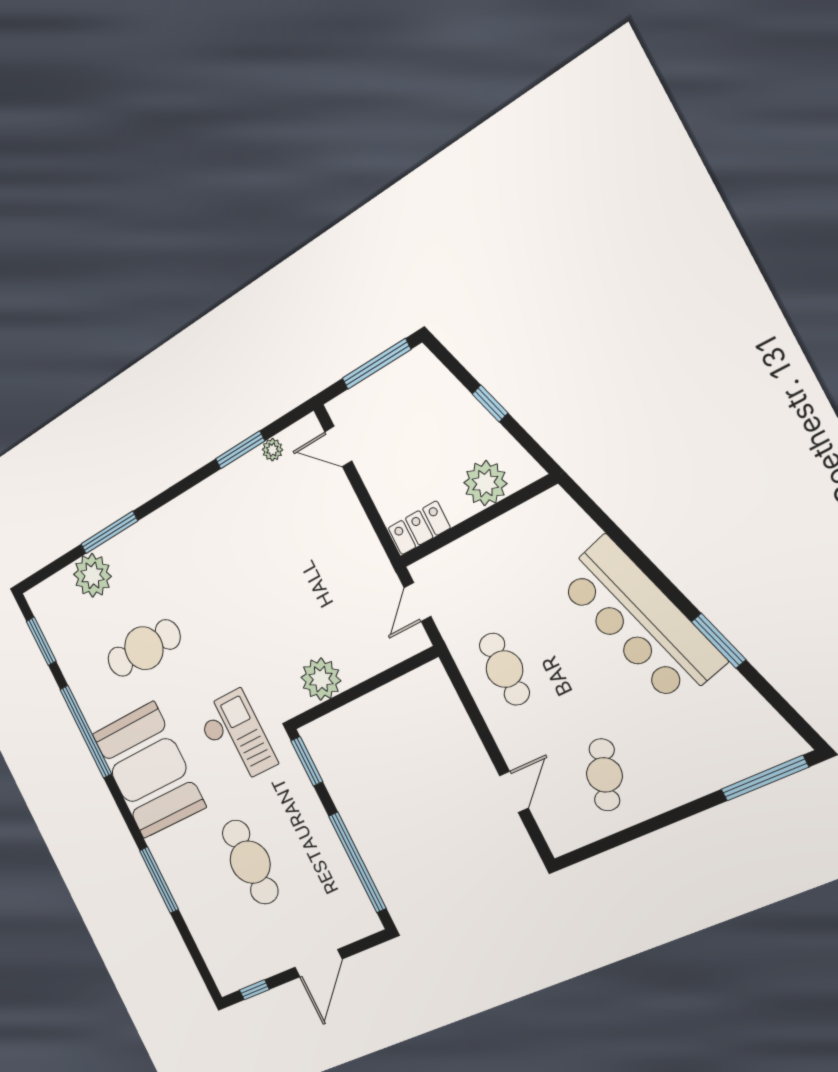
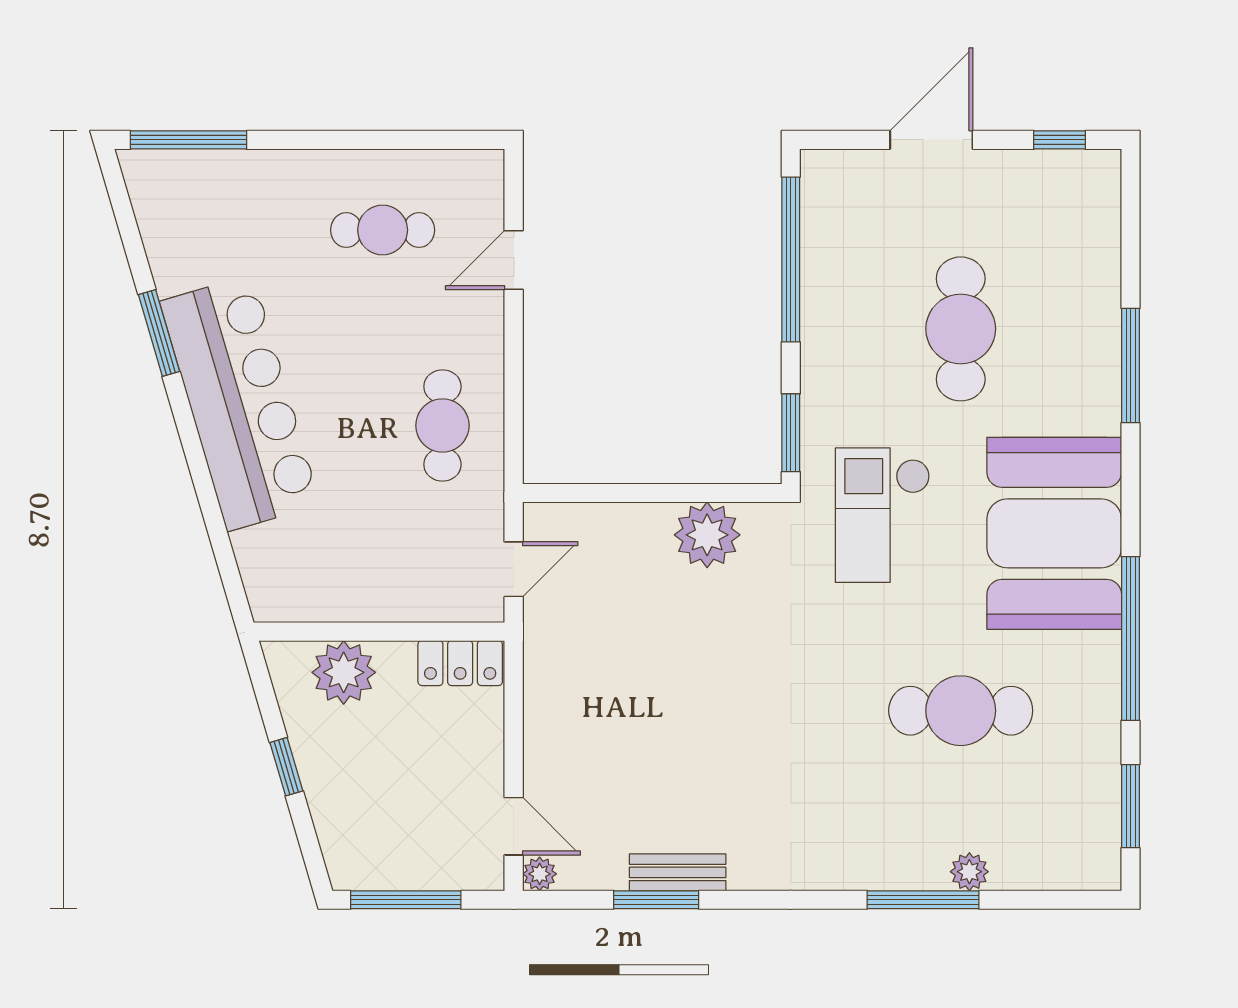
plant: (272, 450) -> (540, 874), moved
bench: (237, 473) -> (678, 872), added
plant: (92, 575) -> (969, 872), width x0.53, depth x0.53
cafe table: (604, 775) -> (383, 230), turned 69

